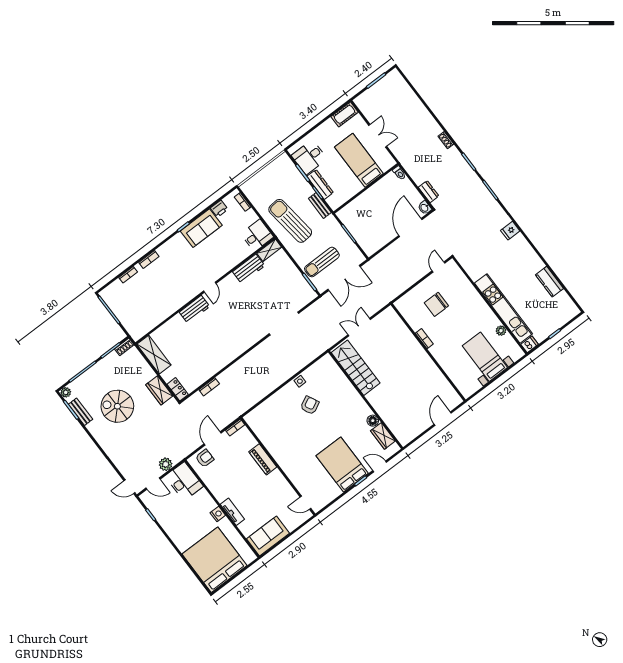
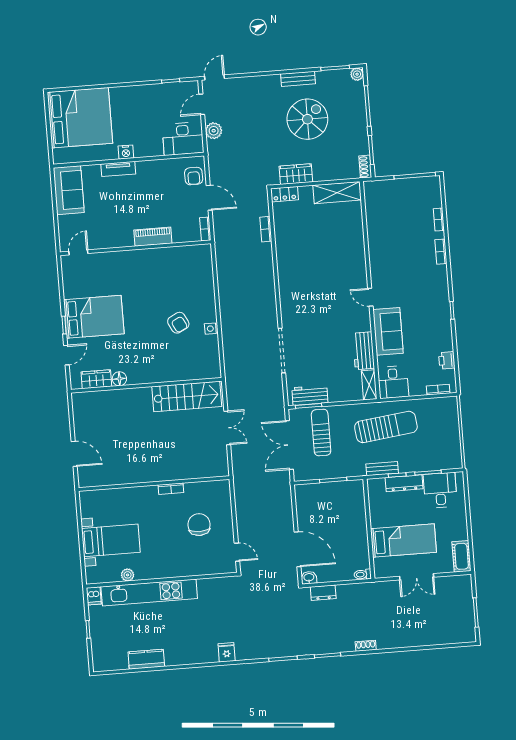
sofa: (201, 228) -> (388, 331), moved, turned 180
workbench: (195, 309) -> (310, 395), moved, turned 90
bench: (81, 412) -> (298, 79), moved

